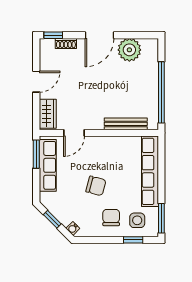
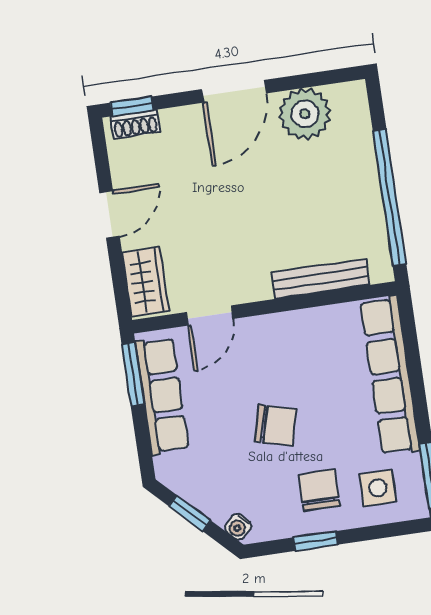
shoe rack: (66, 43) -> (135, 124), moved
window: (133, 240) -> (316, 541), moved

